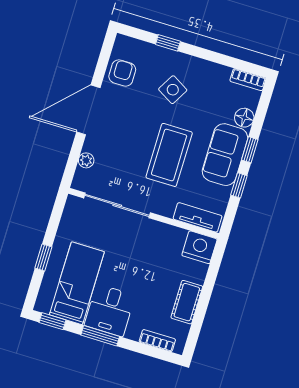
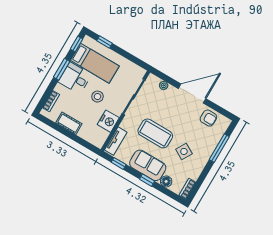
window: (168, 43) -> (219, 148), width x2.17
side table: (173, 90) -> (184, 151), moved
door: (88, 110) -> (192, 94), hinge flipped
window: (239, 185) -> (119, 163), moved
nightstand: (199, 247) -> (108, 121), moved
window: (43, 257) -> (105, 42), moved
stool: (131, 265) -> (97, 97), added

